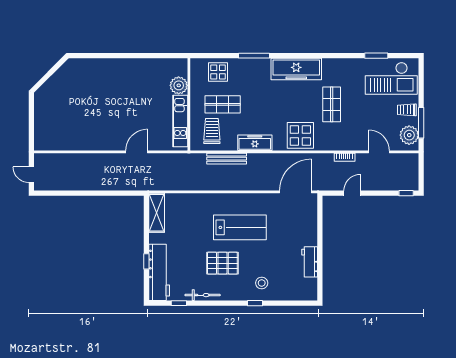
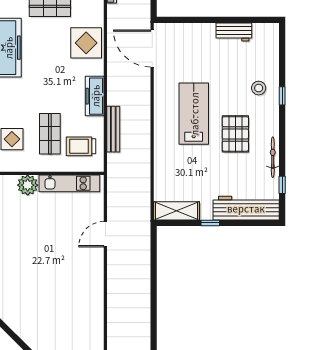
door: (137, 152) -> (105, 234), hinge flipped
window: (146, 261) -> (210, 223), moved

